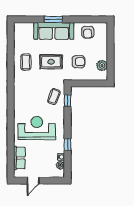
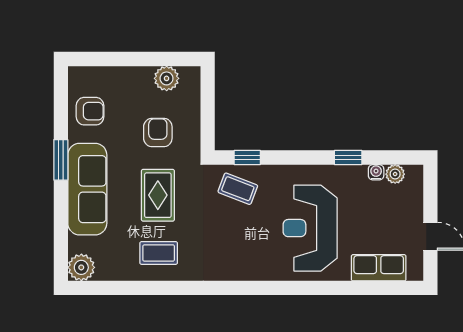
window: (53, 19) -> (61, 160), moved
plant: (20, 28) -> (81, 267), added

